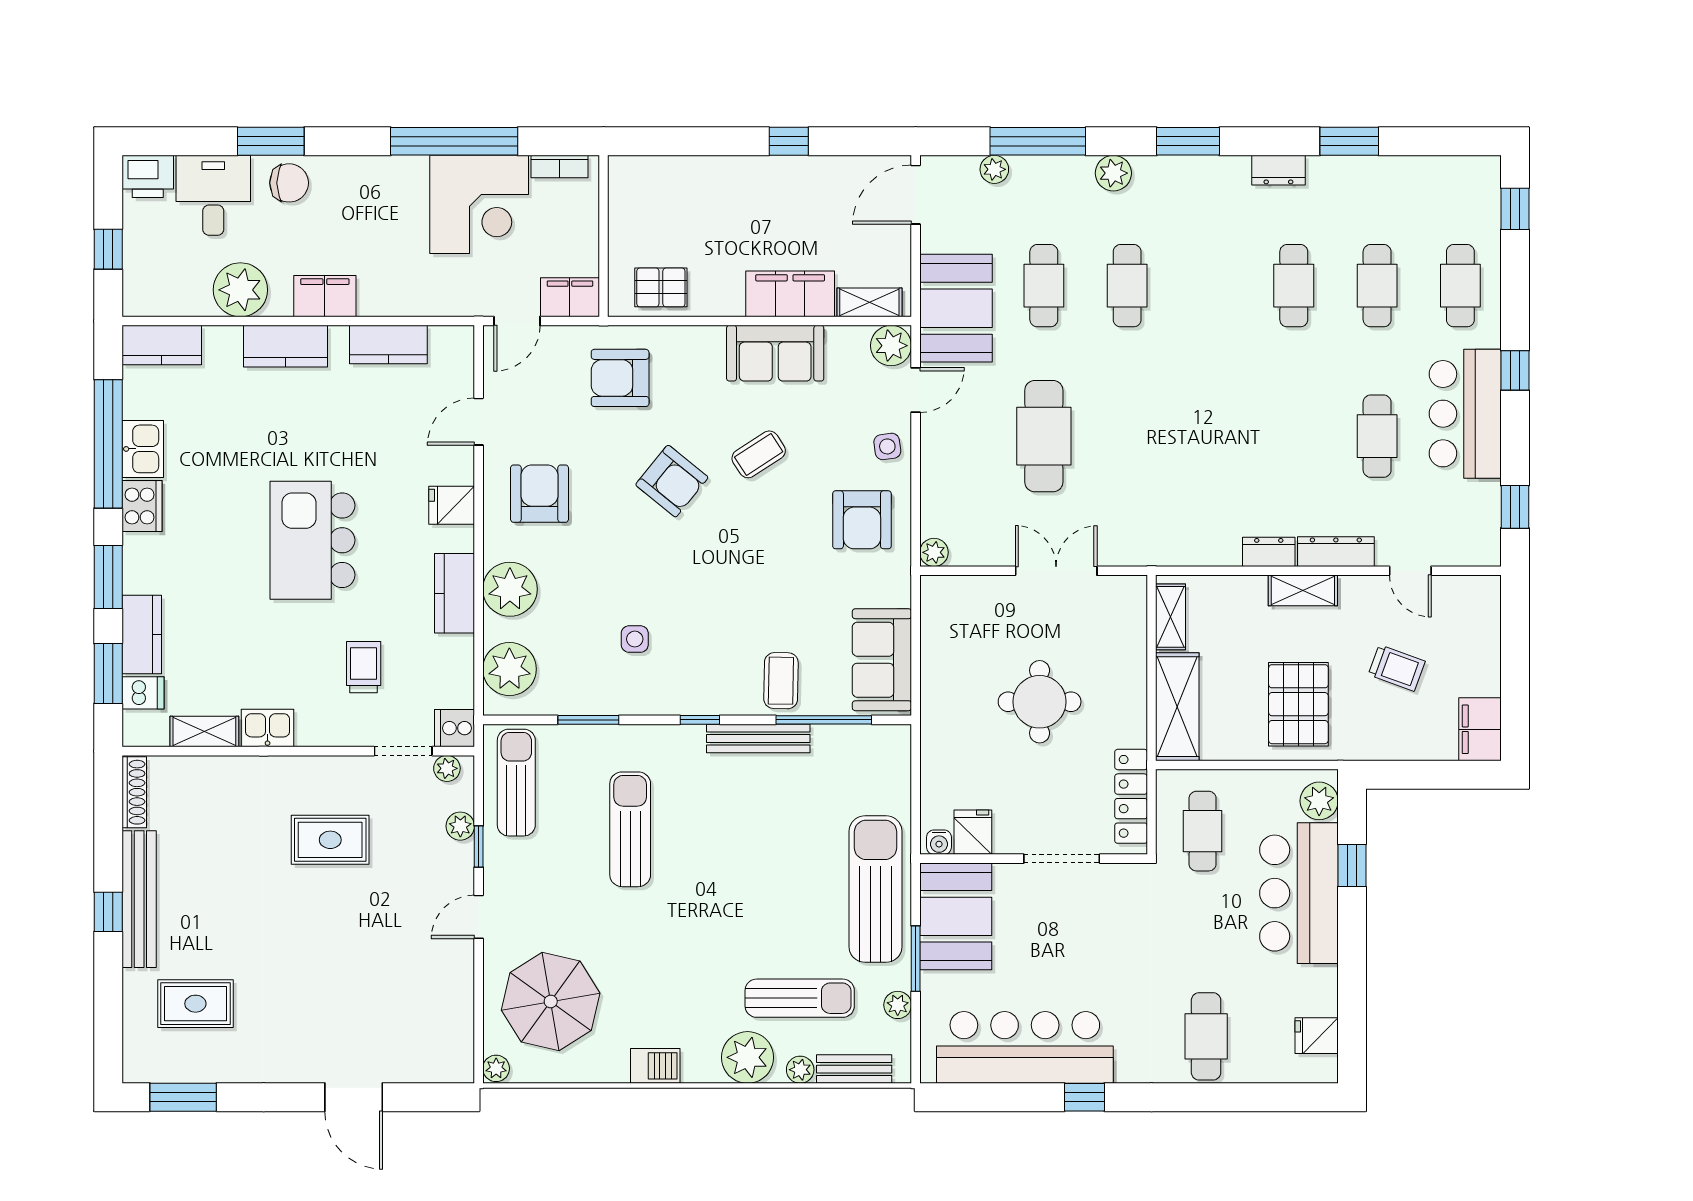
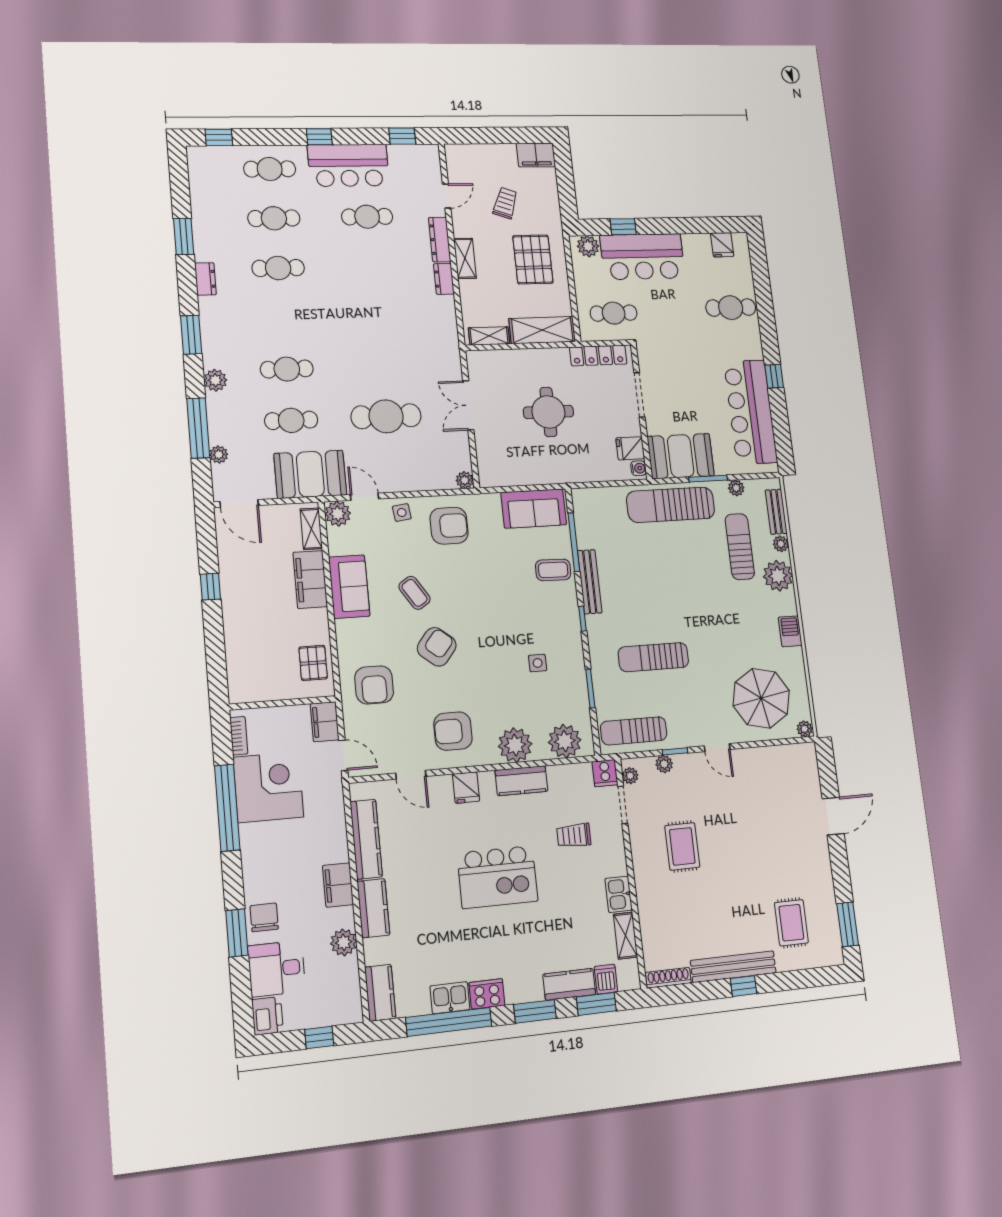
plant: (240, 290) -> (344, 942), width x0.73, depth x0.73
kitchen counter: (388, 345) -> (366, 839), width x1.50
pallet: (1298, 704) -> (533, 259), turned 90

